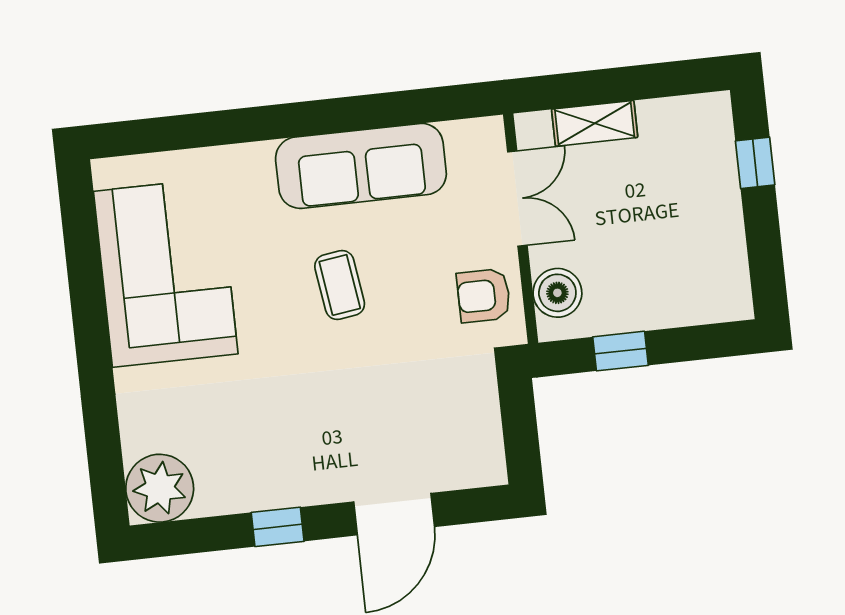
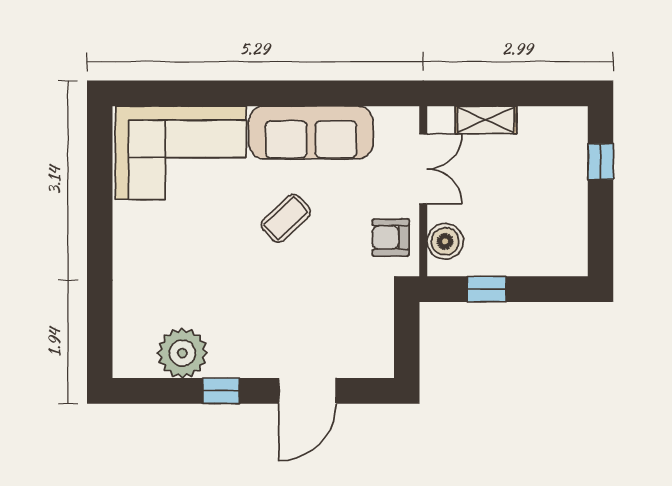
corner sofa: (166, 273) -> (181, 153), moved, turned 90
coffee table: (340, 285) -> (286, 218), turned 55
plant: (160, 488) -> (182, 353), moved

